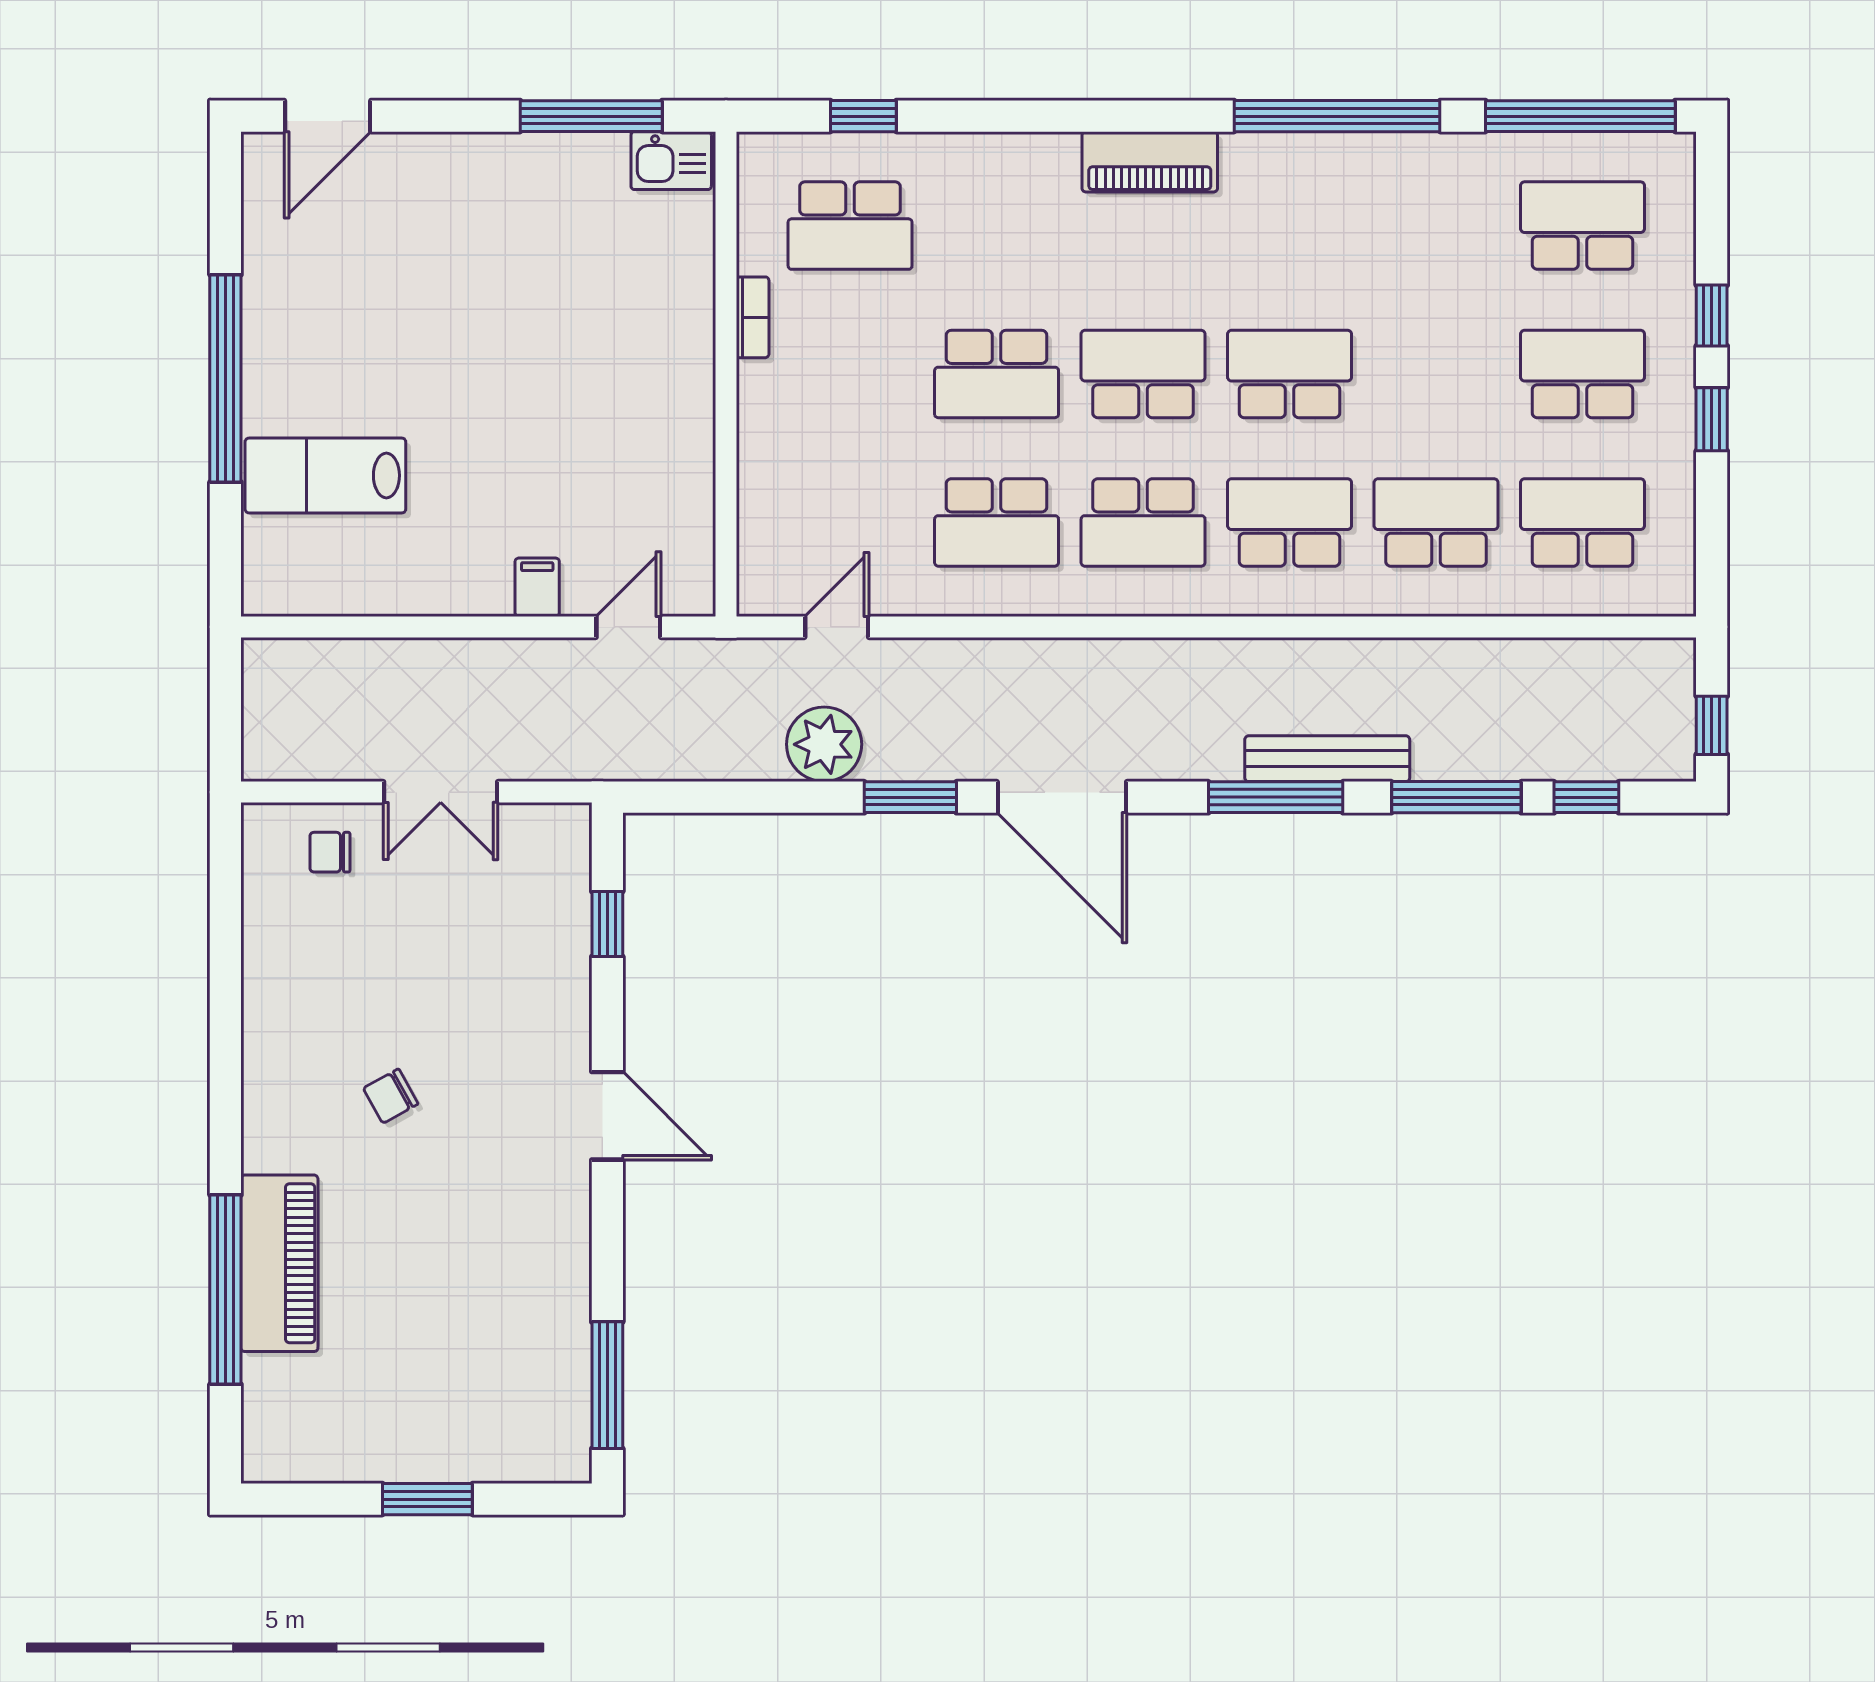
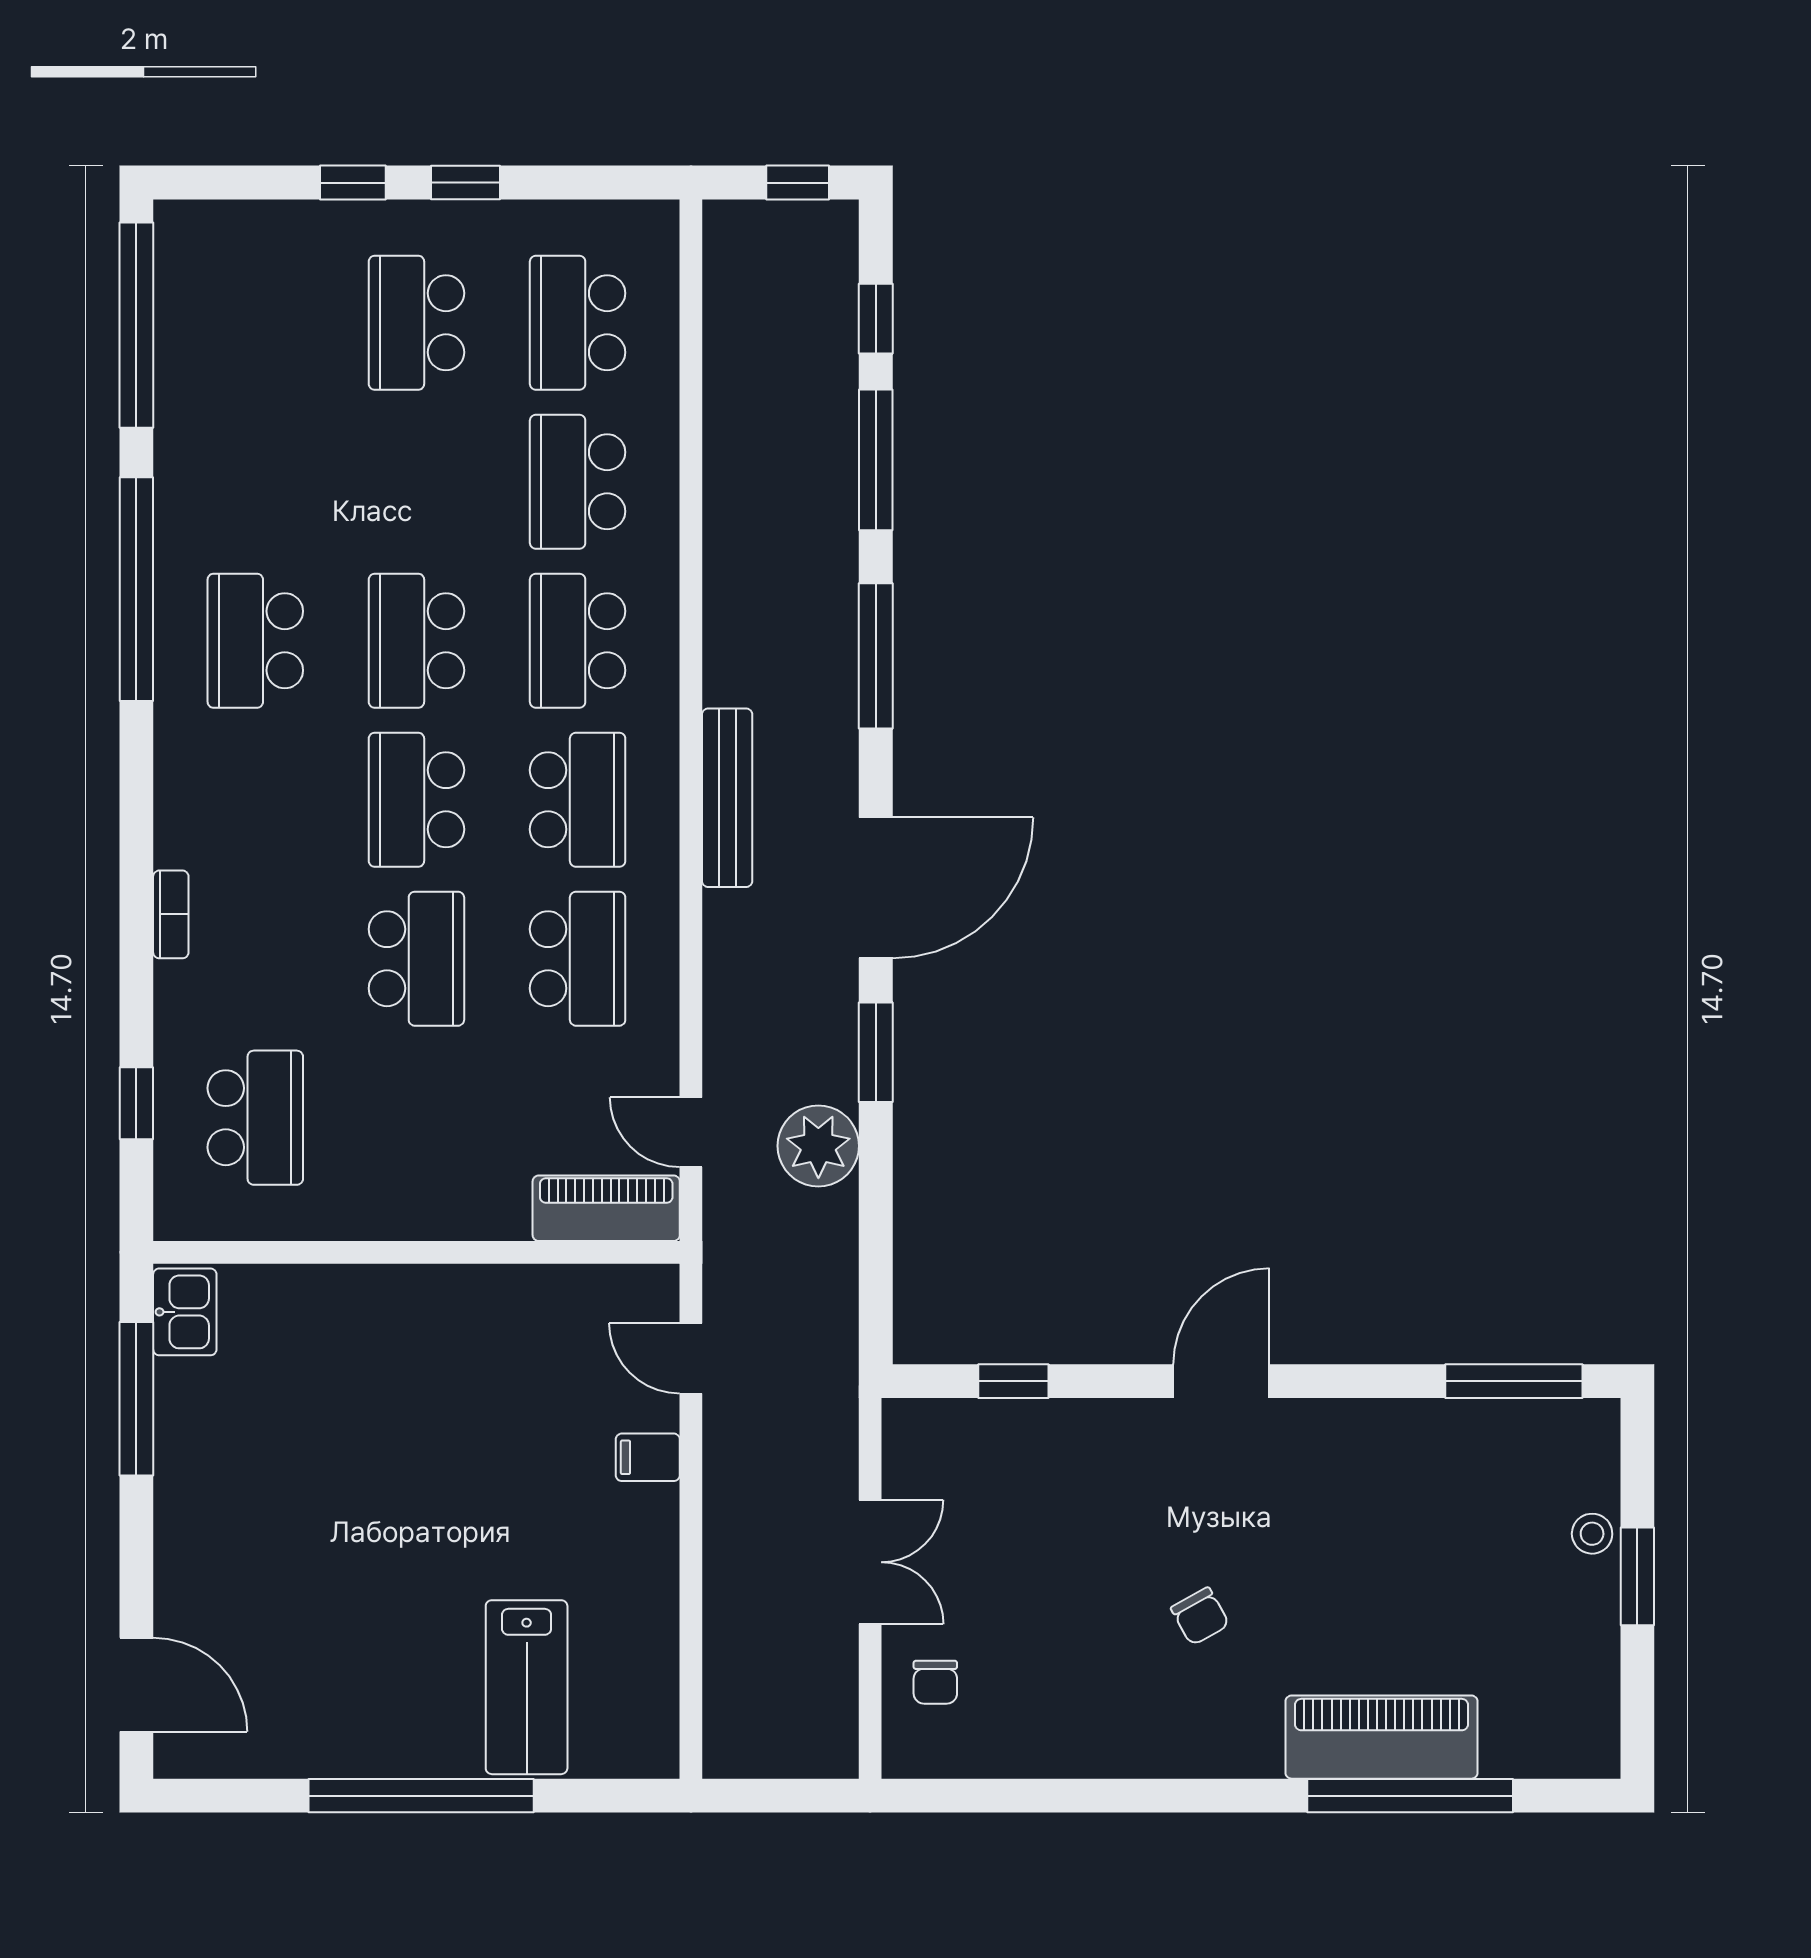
piano: (1150, 162) -> (606, 1208), moved, turned -90
school desk: (1583, 226) -> (255, 641), moved
bookcase: (753, 317) -> (171, 914), moved, turned 90
bench: (1327, 759) -> (727, 798), moved
stool: (467, 1457) -> (1592, 1534), added

